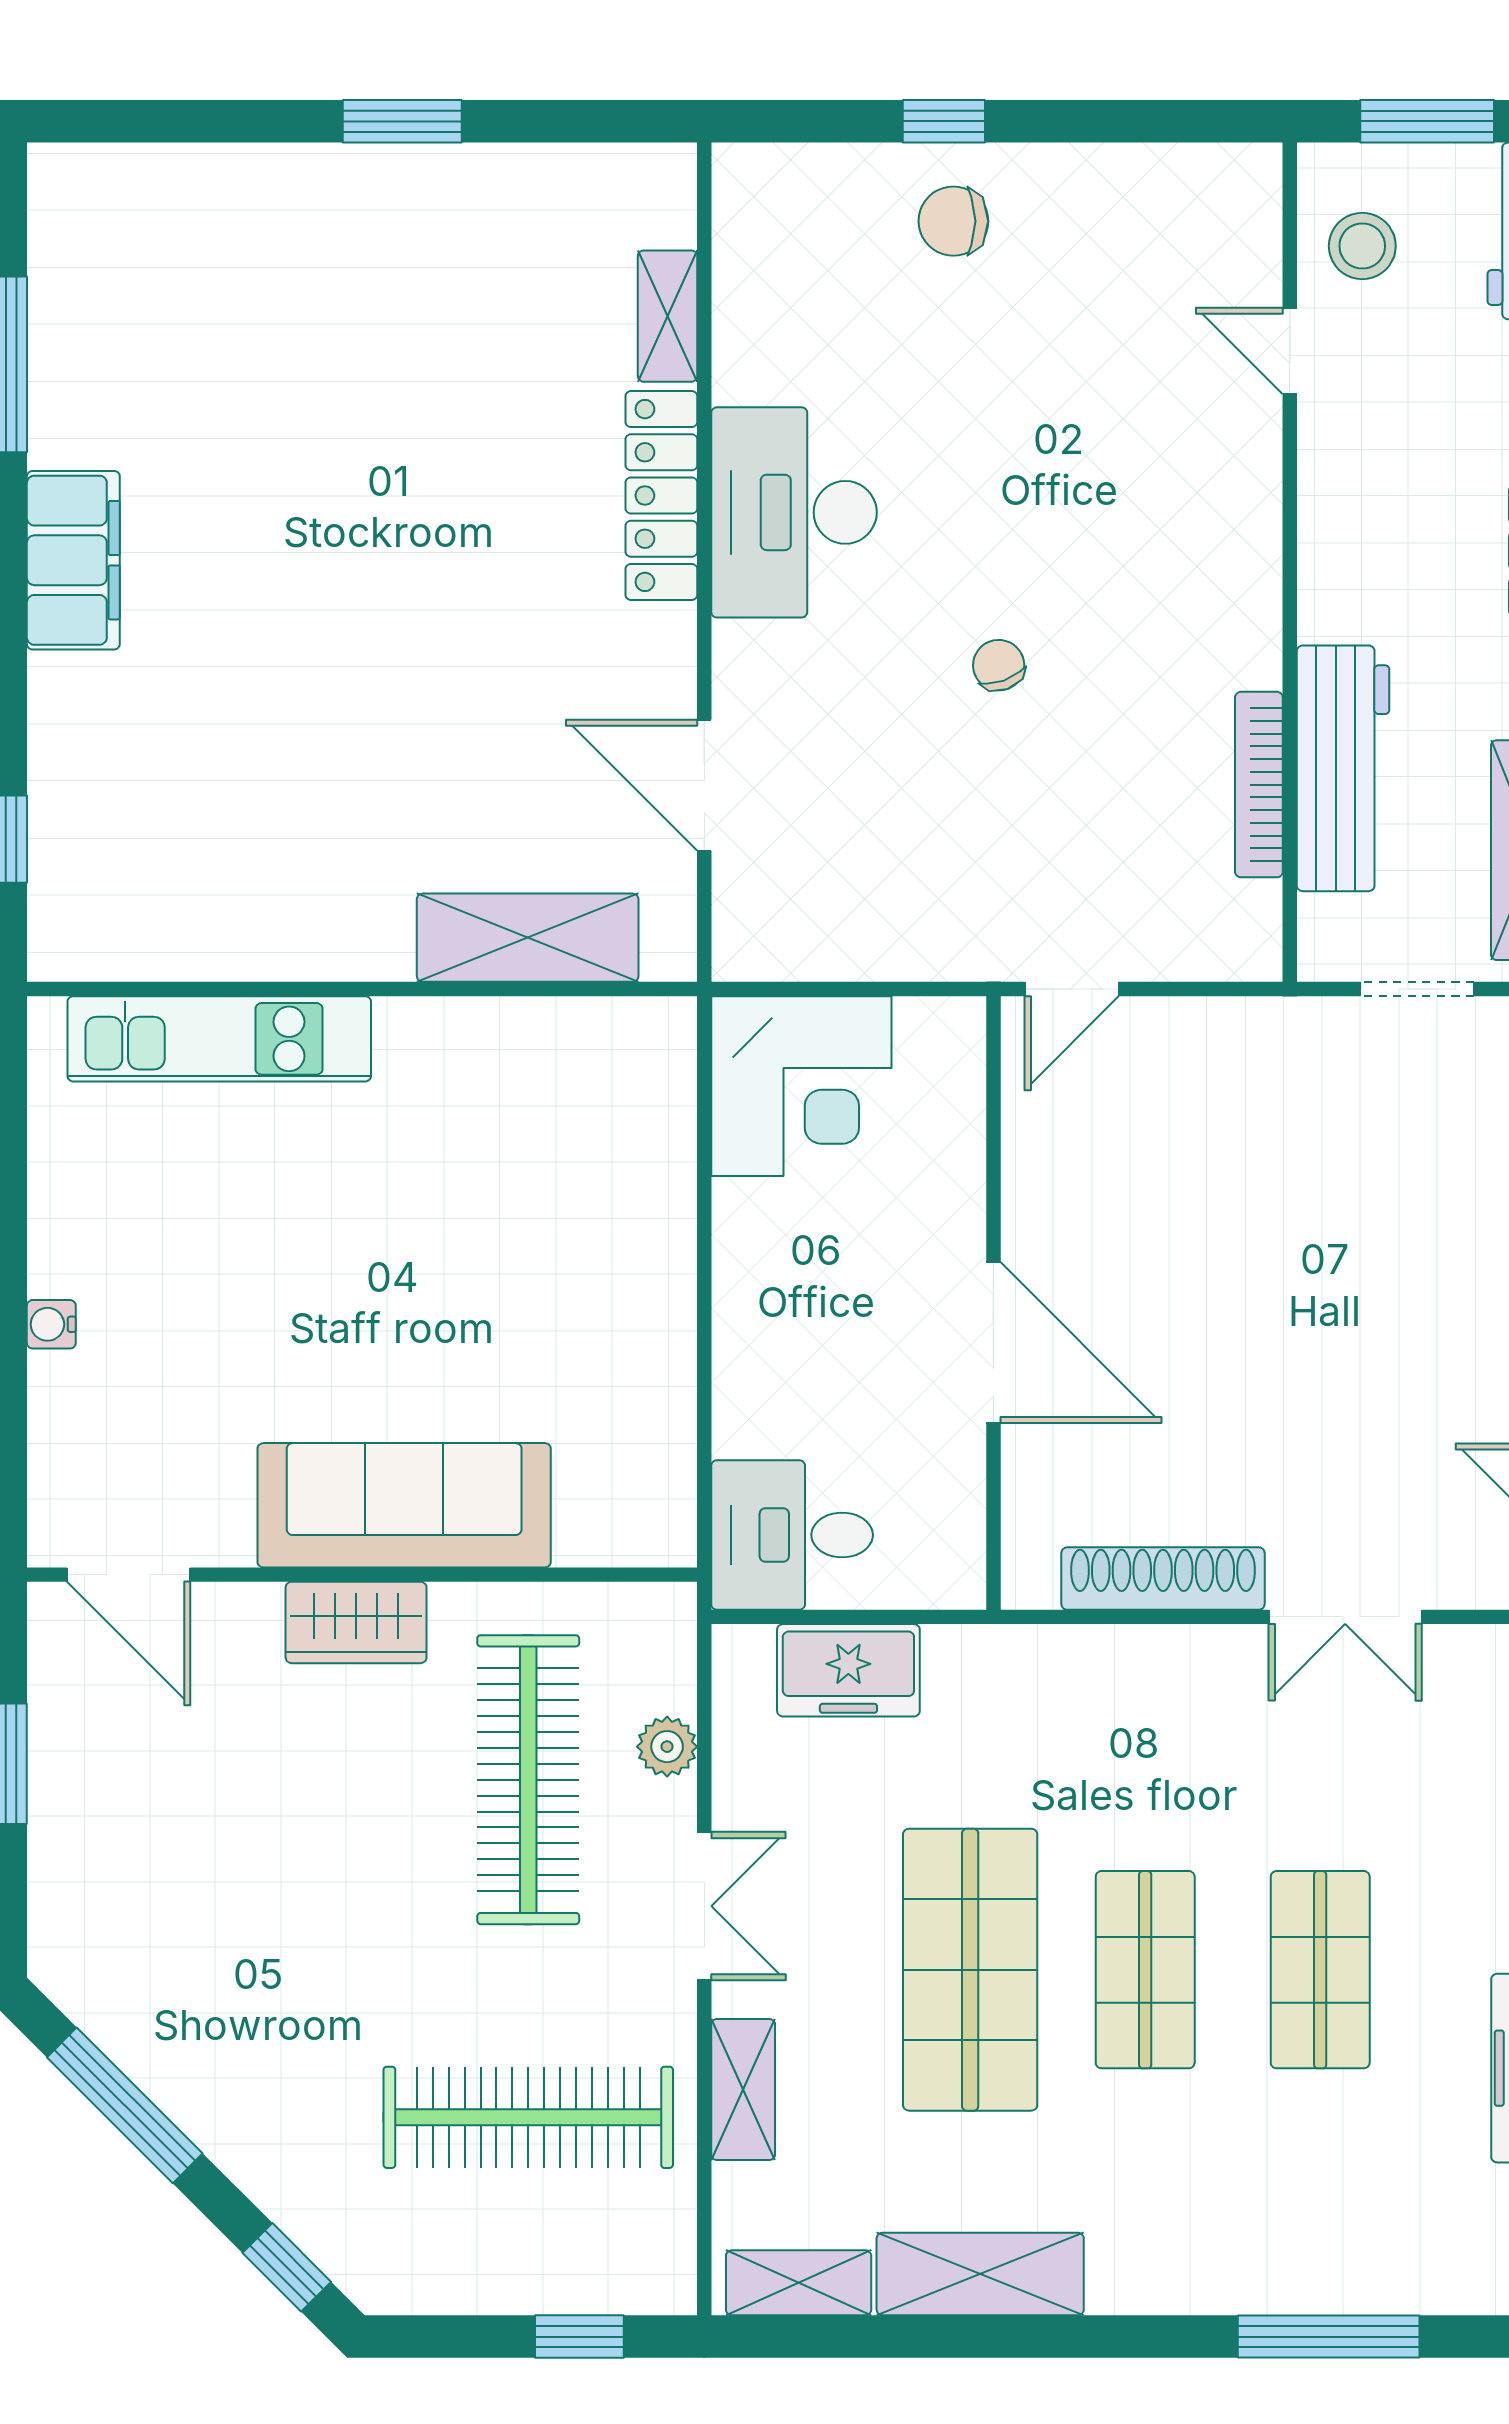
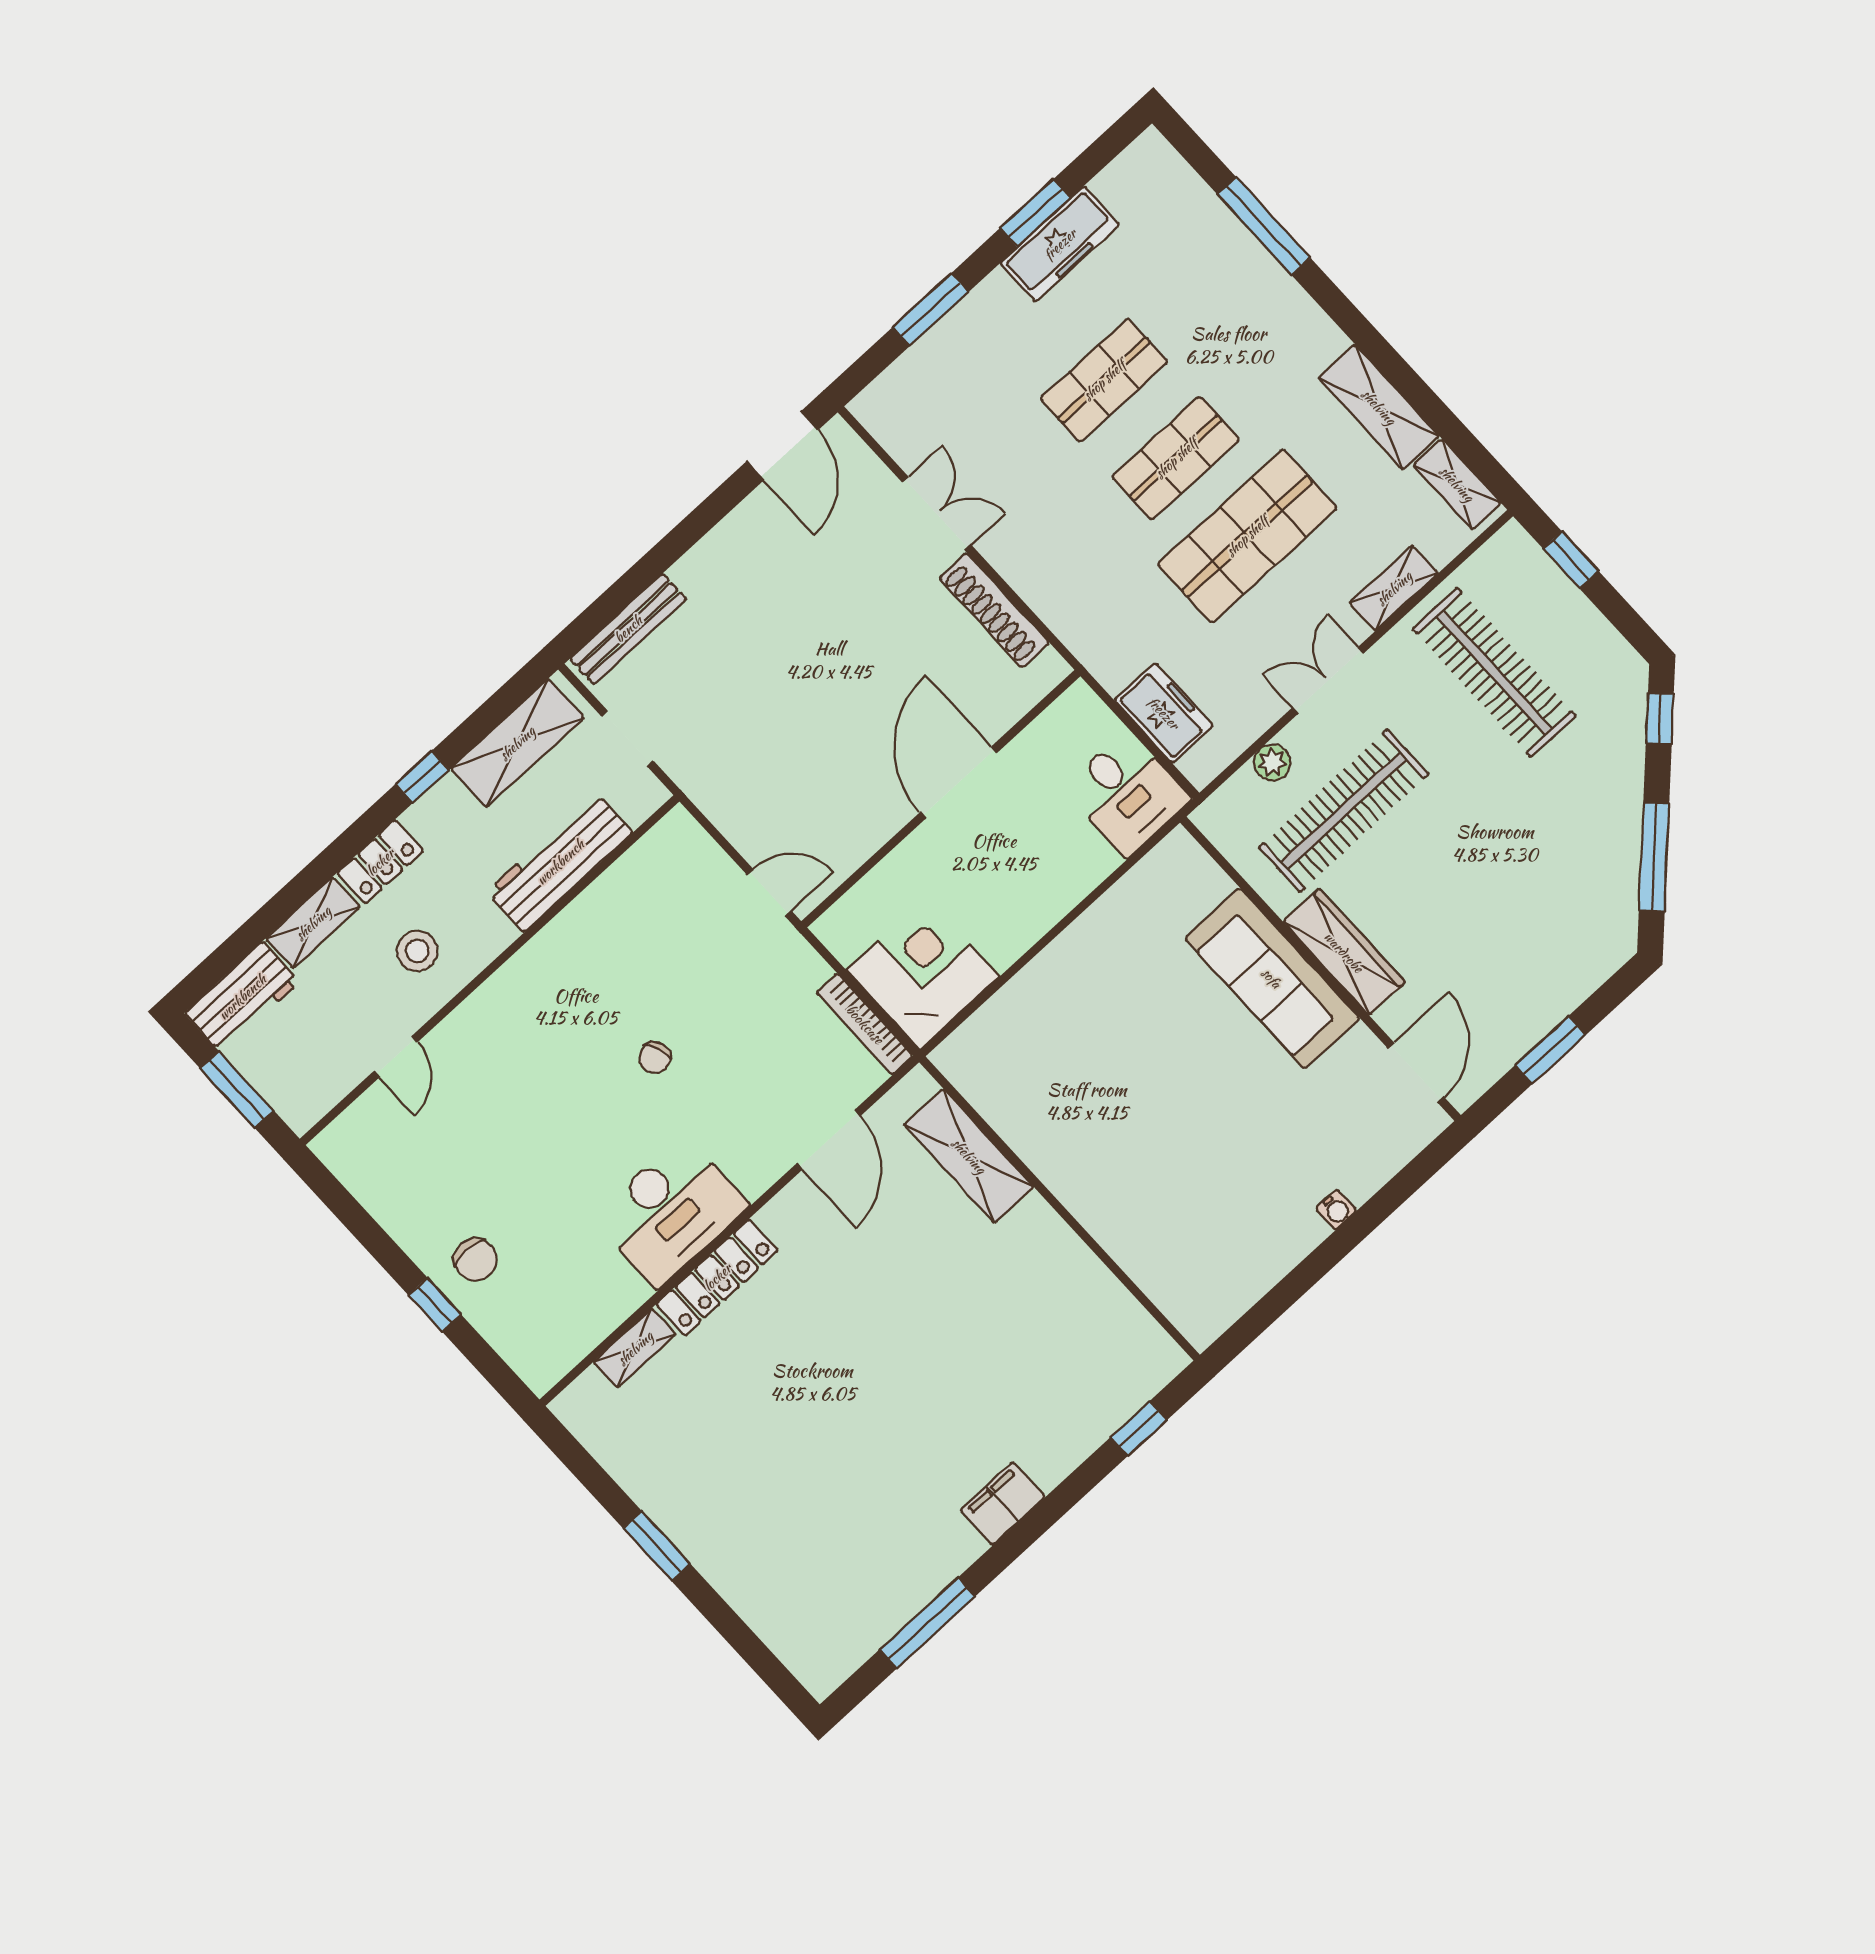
stool: (1362, 246) -> (417, 951), moved
filing cabinet: (73, 560) -> (1003, 1503), width x0.67, depth x0.86
bookcase: (1259, 785) -> (865, 1024), moved, turned 90
kitchen unit: (219, 1039) -> (1140, 1252), removed
wardrobe: (356, 1622) -> (1344, 952), width x1.50

